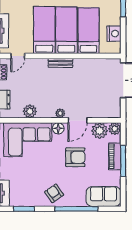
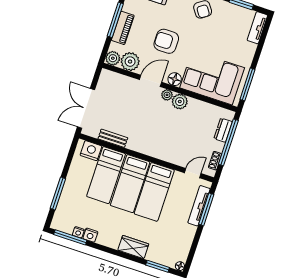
nightstand: (114, 34) -> (91, 151), moved, turned 90
bench: (60, 63) -> (113, 138), moved
plant: (30, 111) -> (180, 102), moved

